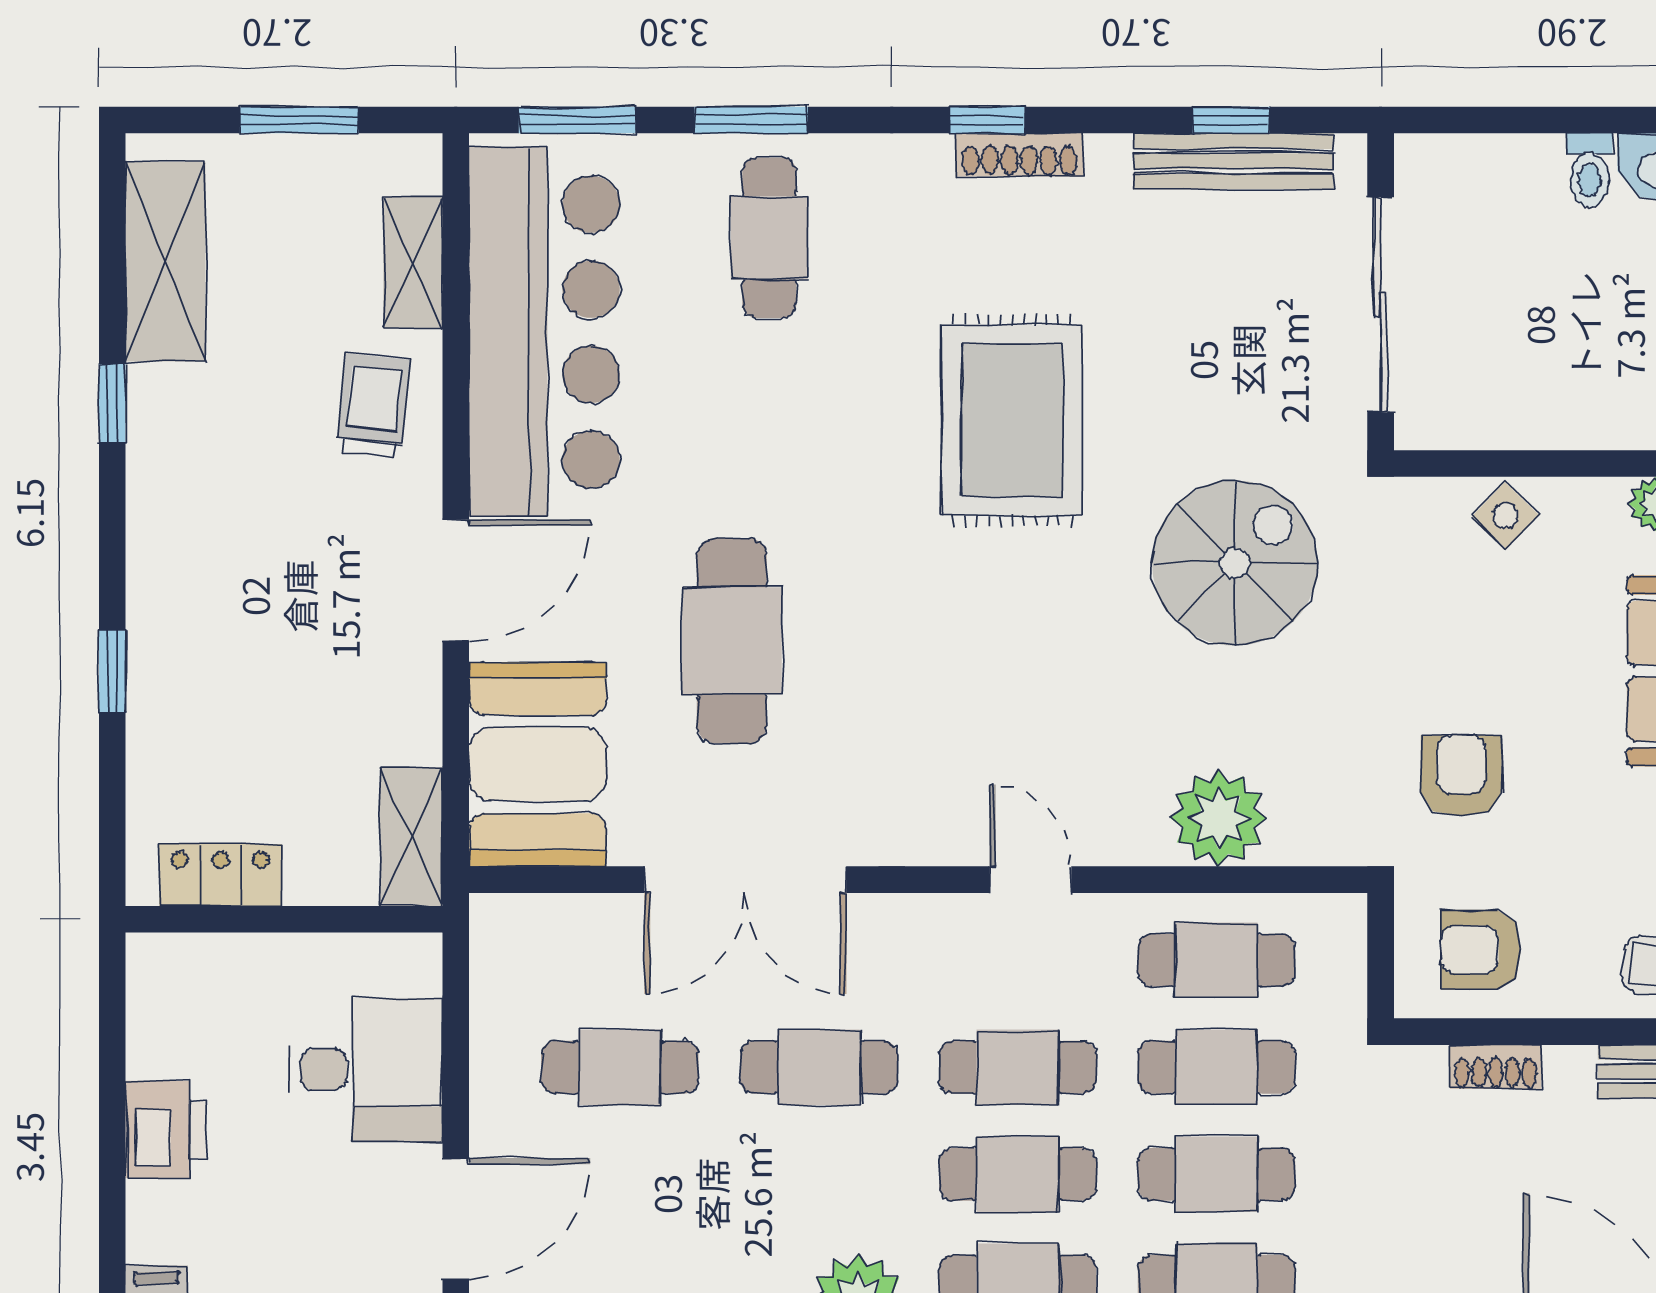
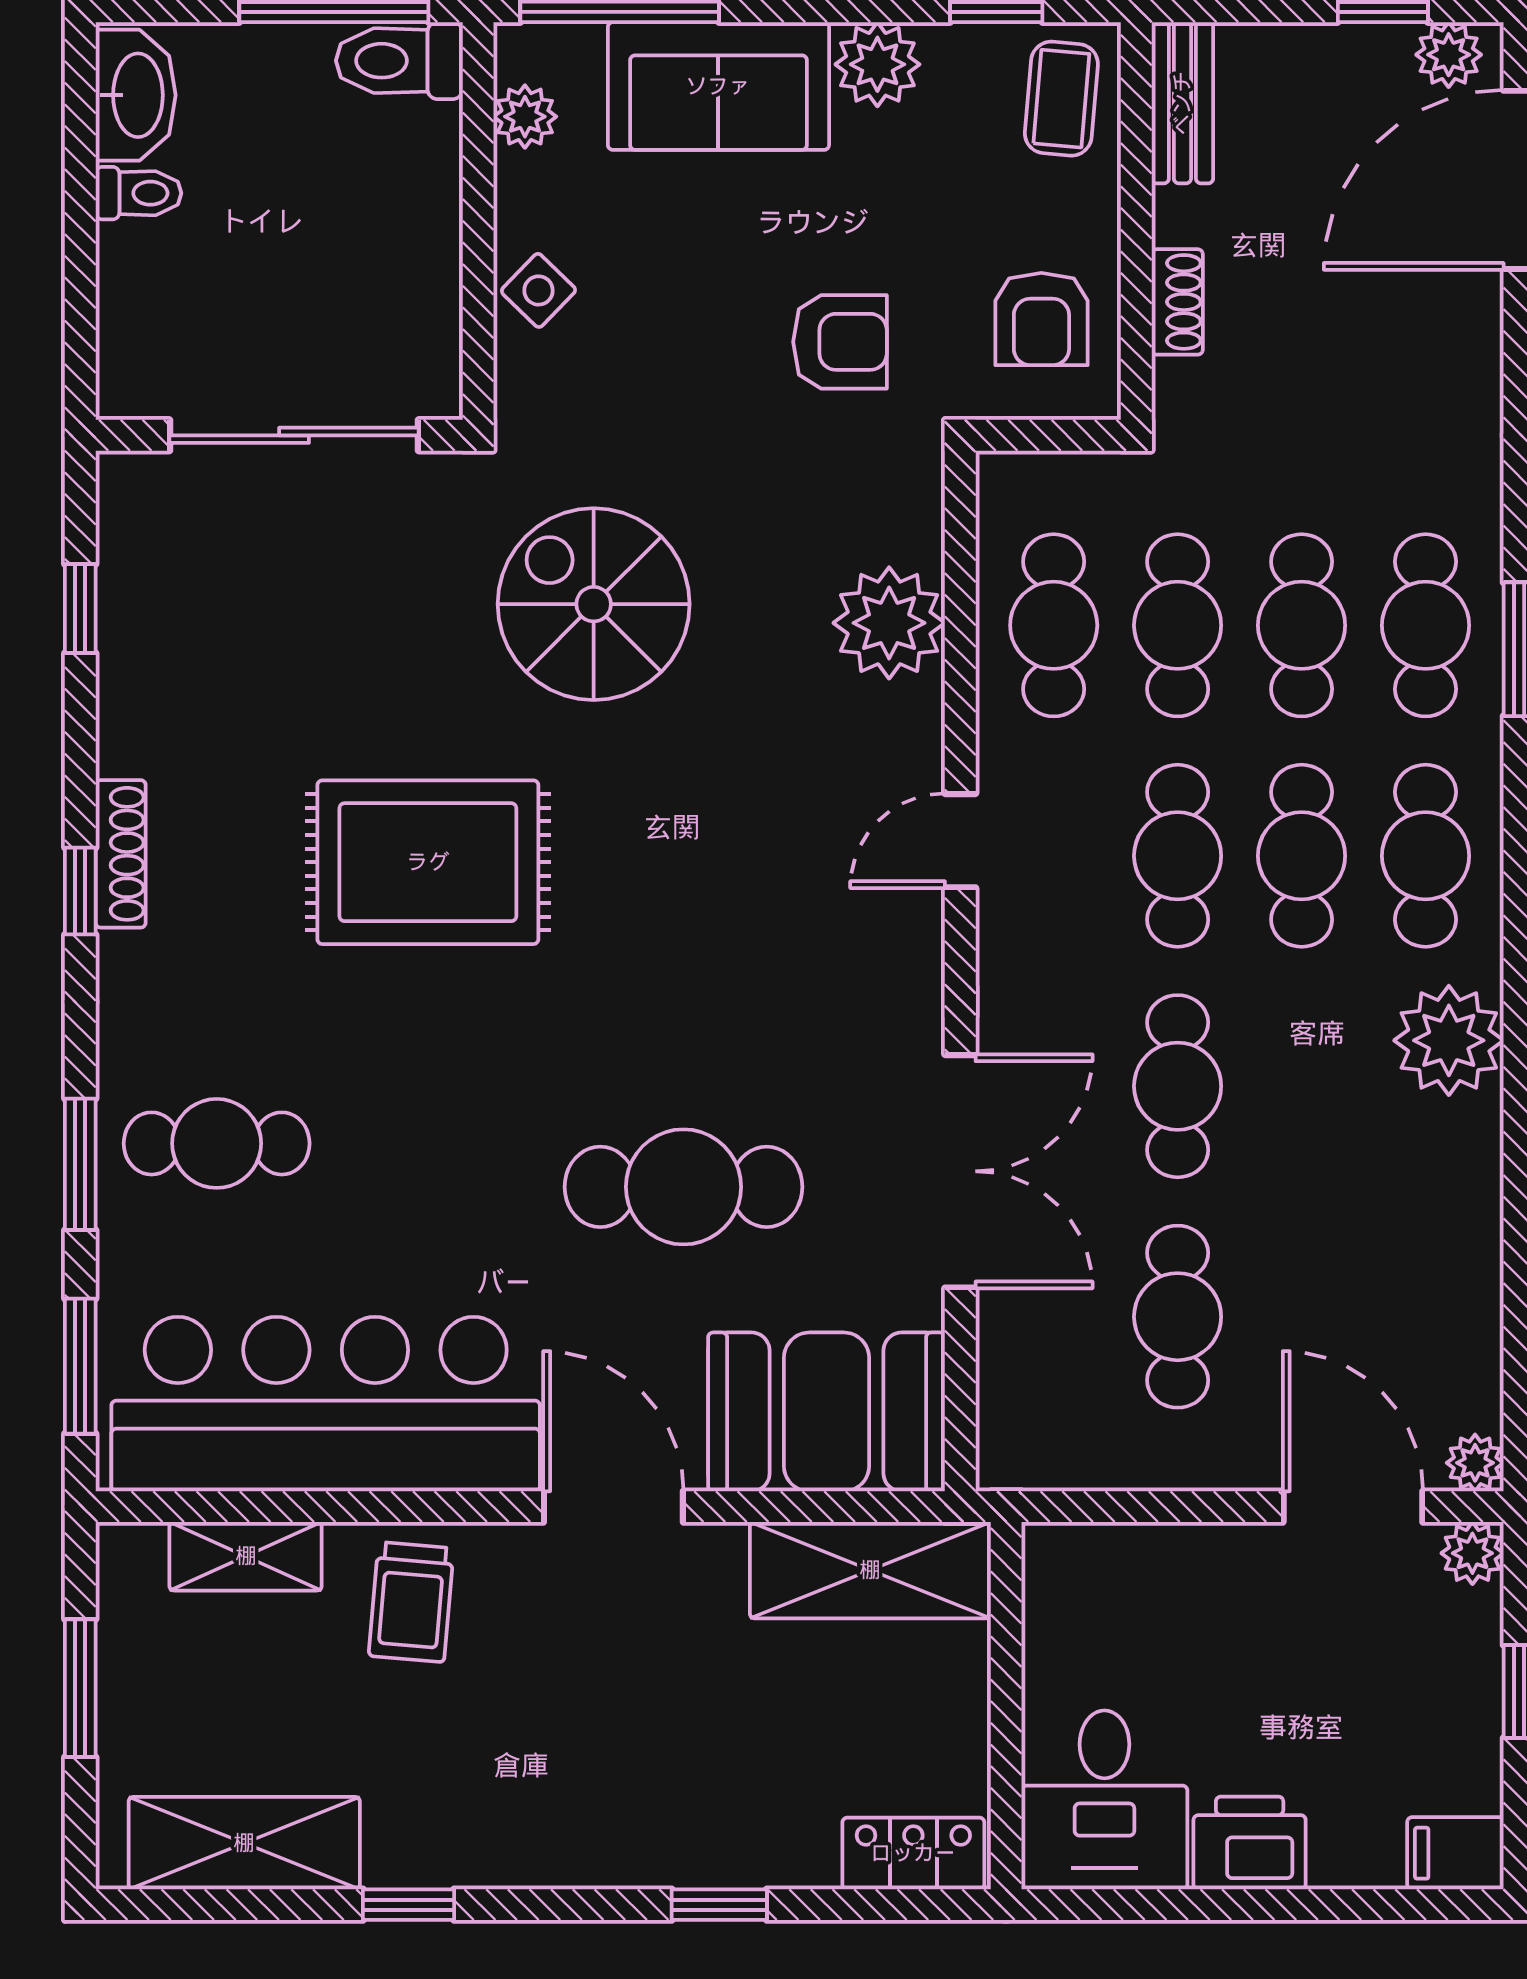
bench: (1234, 161) -> (128, 605), removed
trolley: (373, 406) -> (411, 1602), turned -91
armchair: (1461, 776) -> (840, 342), turned 180
shelving: (411, 837) -> (870, 1570), width x1.50, depth x1.33
locker: (221, 875) -> (913, 1853), moved, turned 90
desk: (365, 1070) -> (1104, 1800), moved, turned 180

